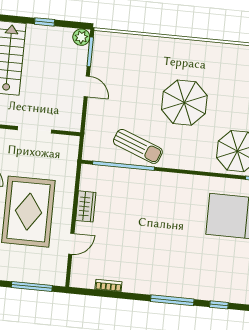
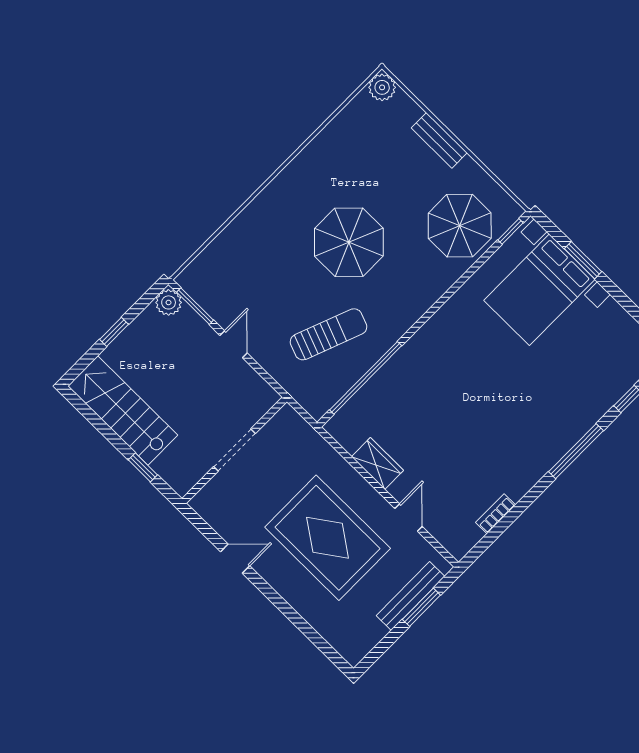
door: (87, 86) -> (234, 344), hinge flipped
sun lounger: (138, 146) -> (328, 334), moved
bench: (33, 277) -> (410, 596), added
window: (32, 286) -> (421, 607), width x0.69

